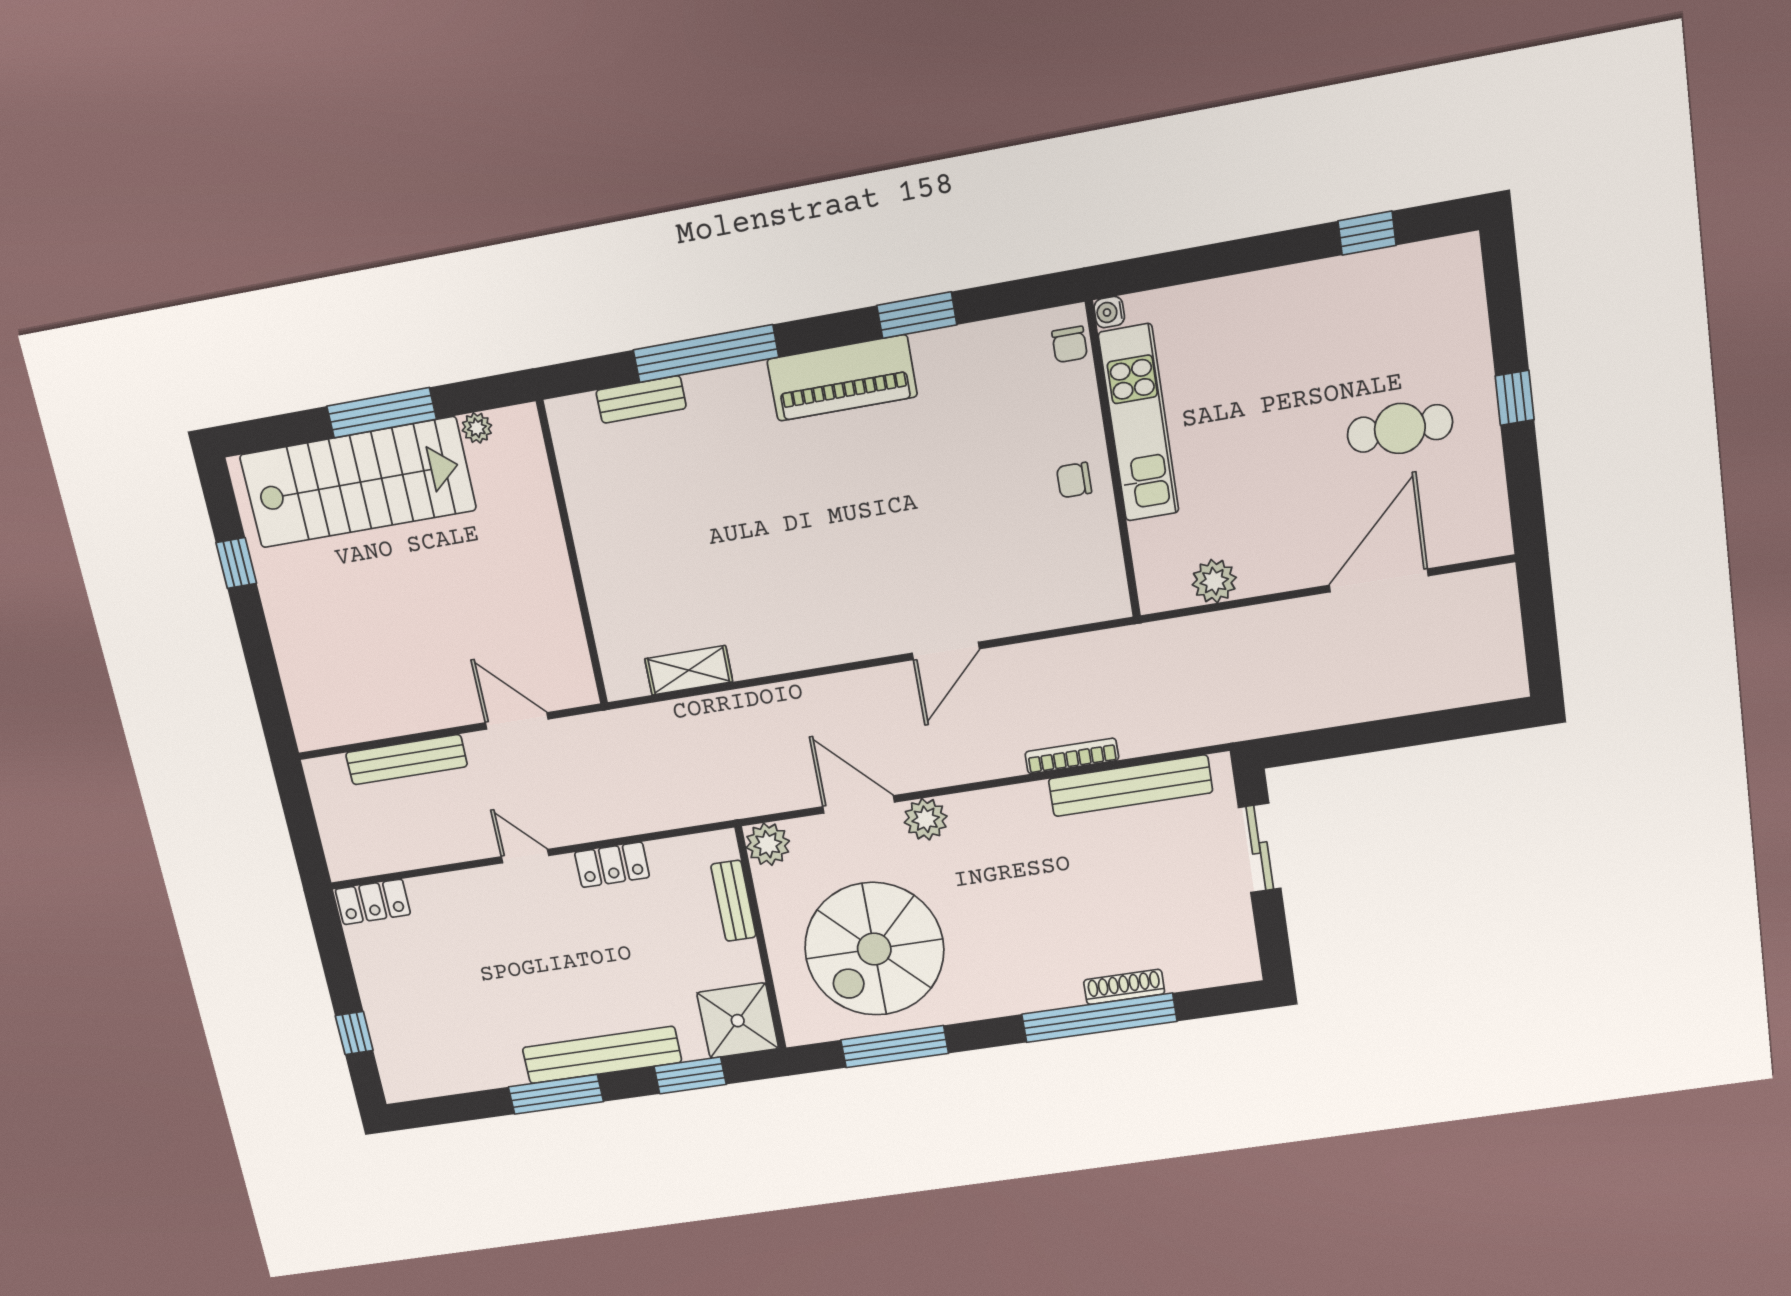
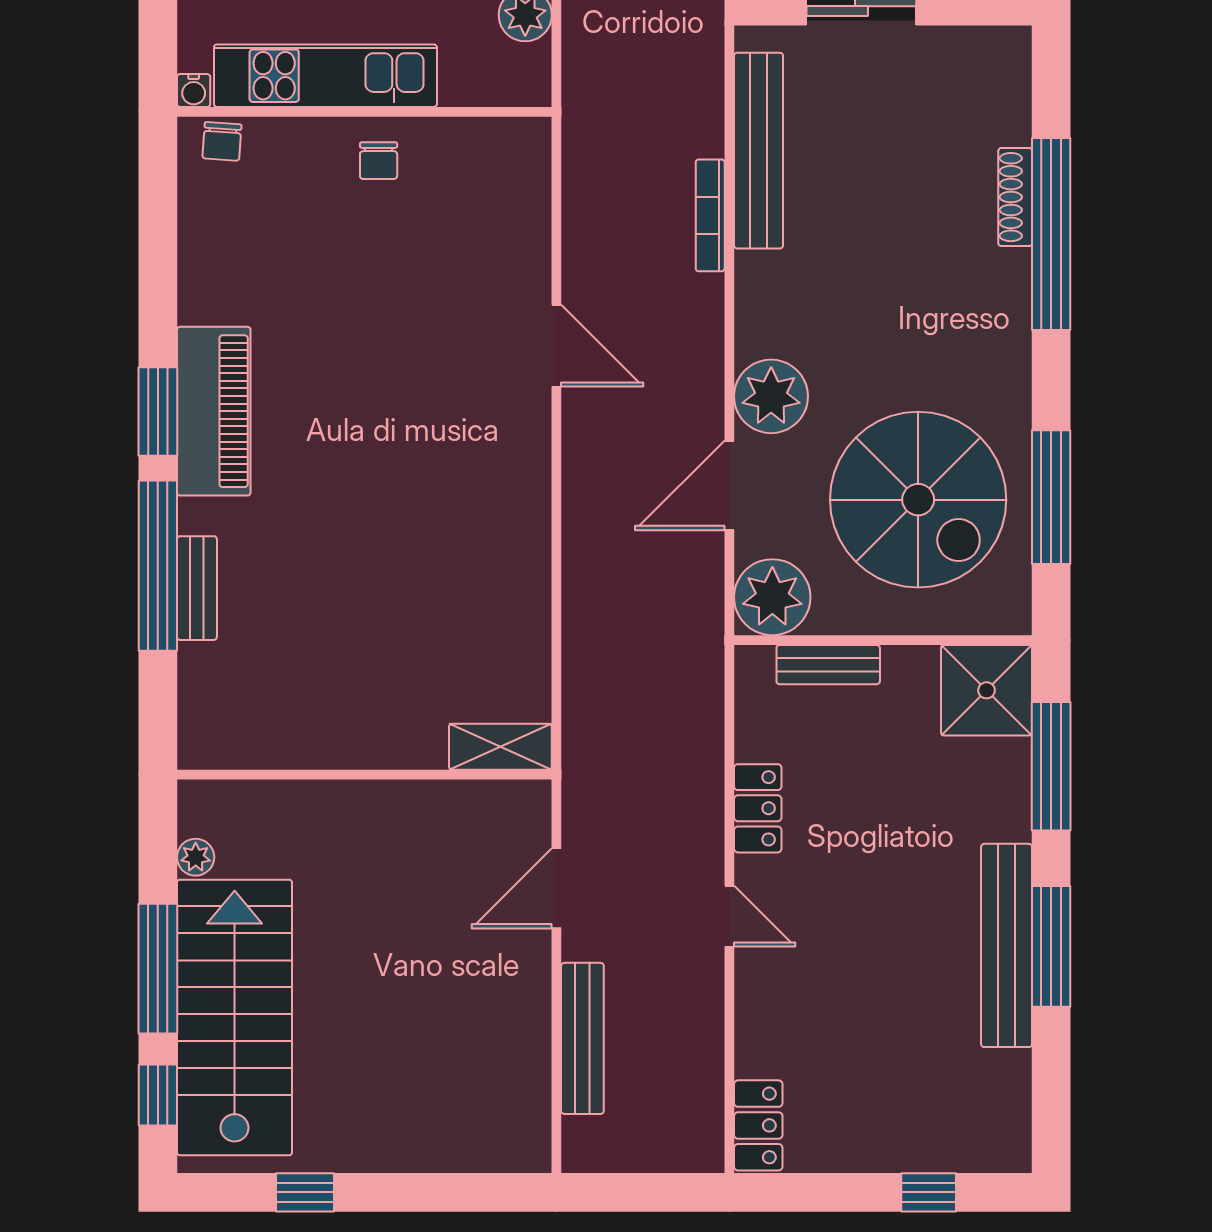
window: (917, 315) -> (158, 411), moved
chair: (1070, 344) -> (222, 141), turned 94
bench: (641, 399) -> (197, 588), moved
window: (282, 431) -> (158, 1095), added
shelving: (689, 670) -> (500, 747), moved, turned 90
plant: (926, 819) -> (771, 396), width x1.36, depth x1.36
plant: (768, 844) -> (772, 597), width x1.36, depth x1.36
door: (525, 856) -> (729, 916), swing flipped
bench: (602, 1055) -> (1007, 945), moved
window: (690, 1075) -> (1051, 766), width x1.44

